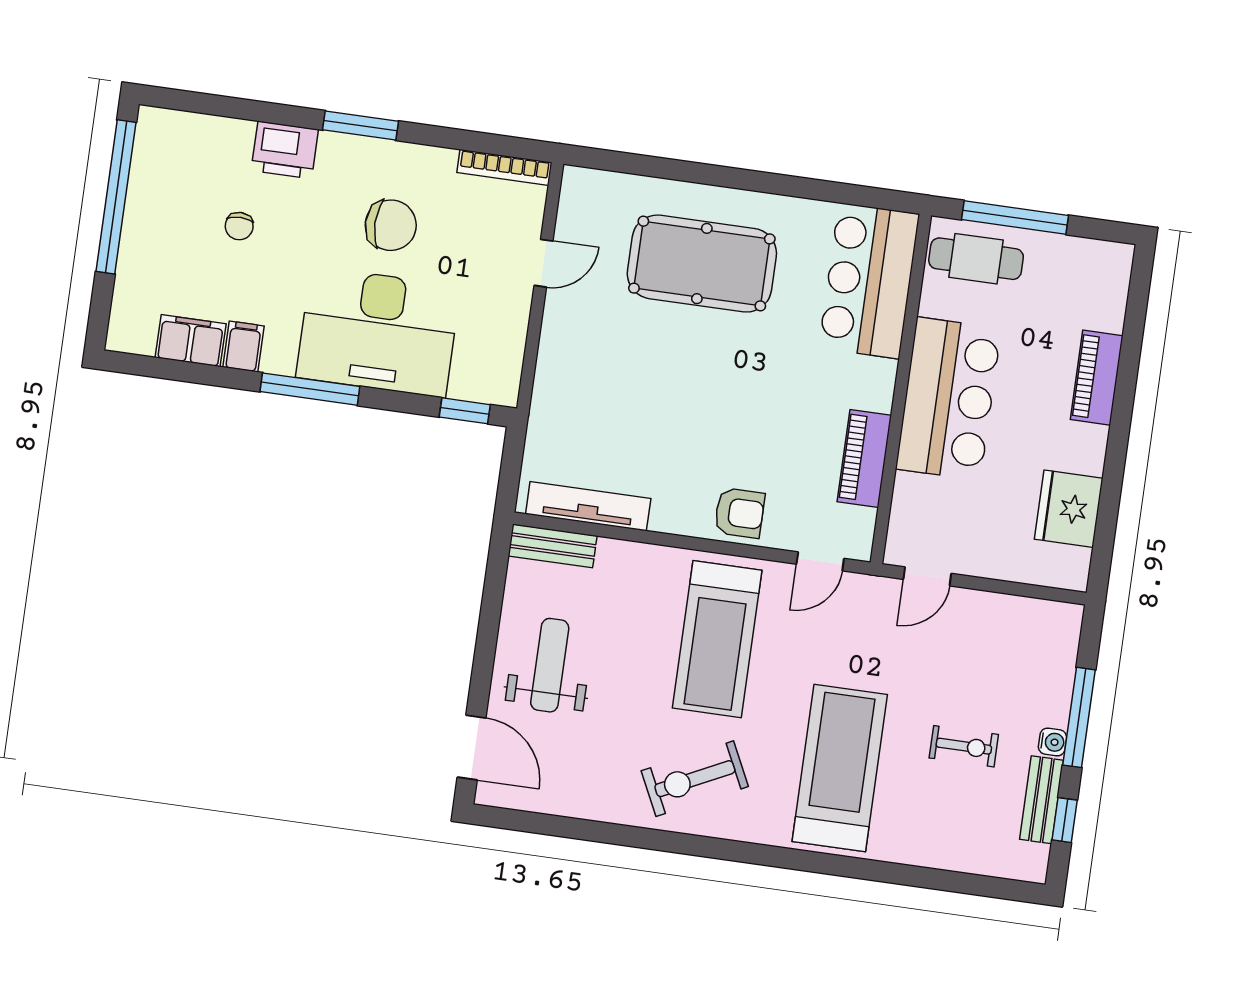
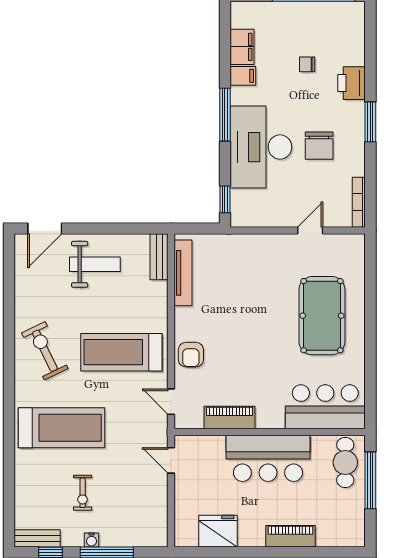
door: (544, 263) -> (310, 231), swing flipped
bench: (1041, 800) -> (37, 538), moved

